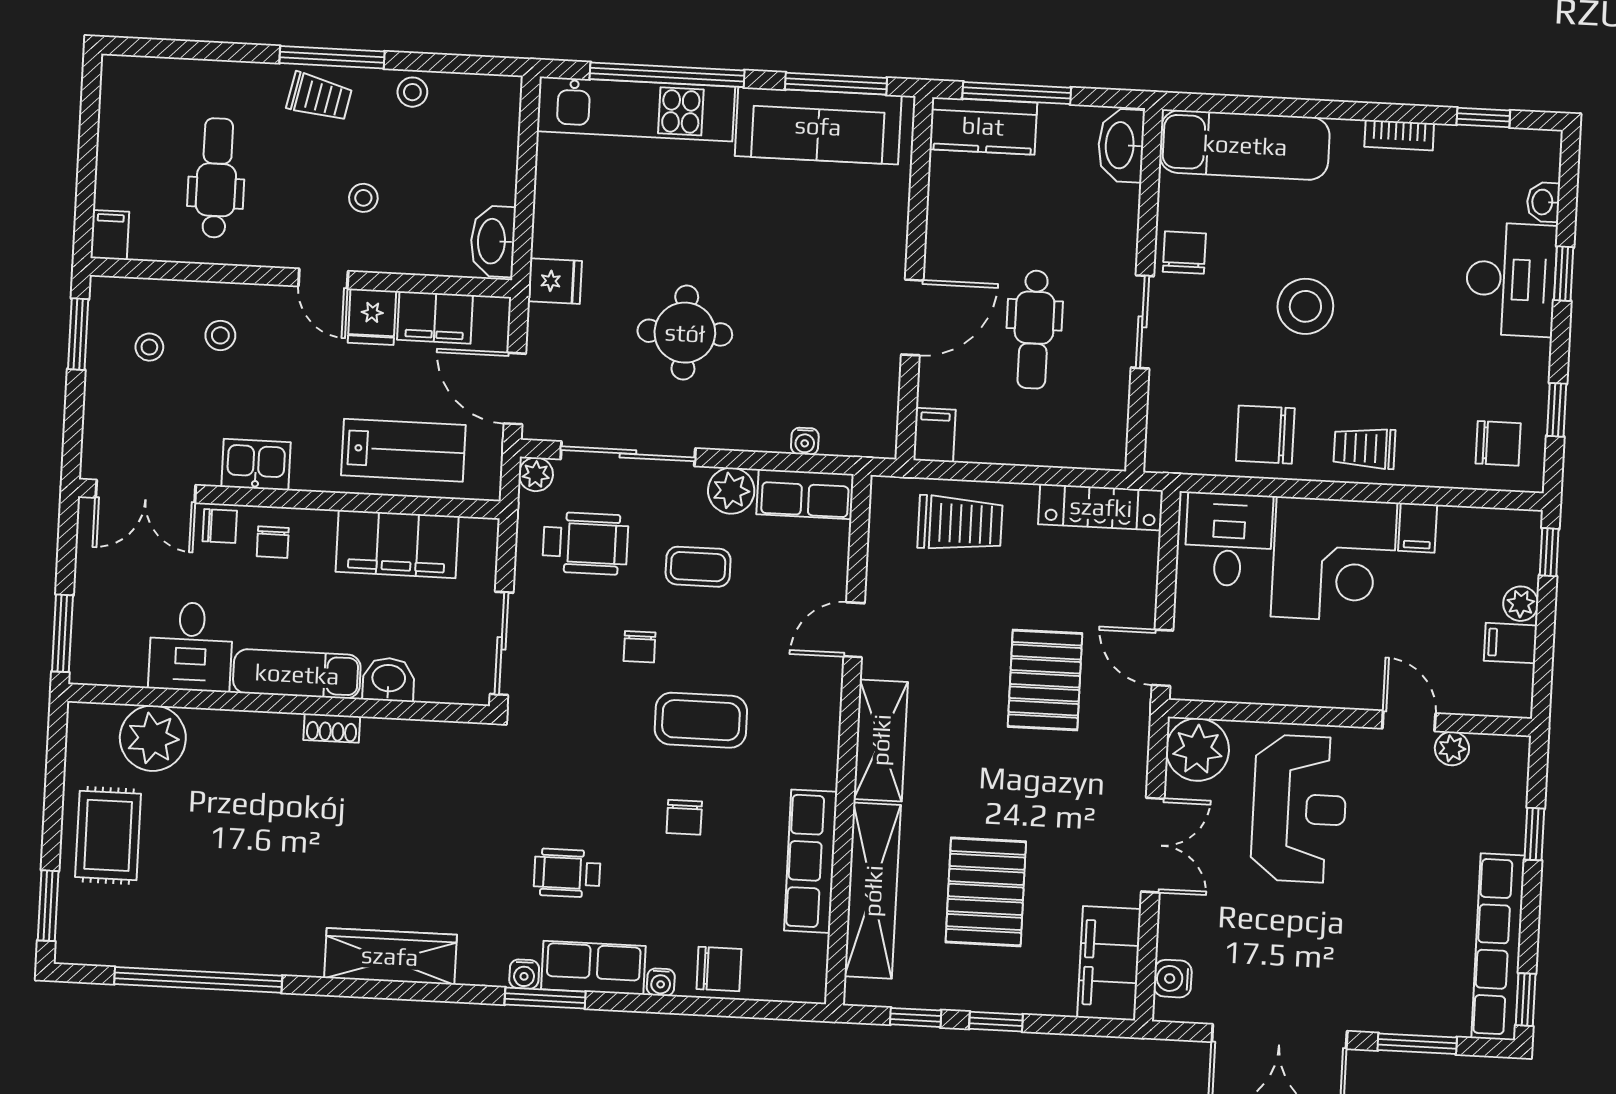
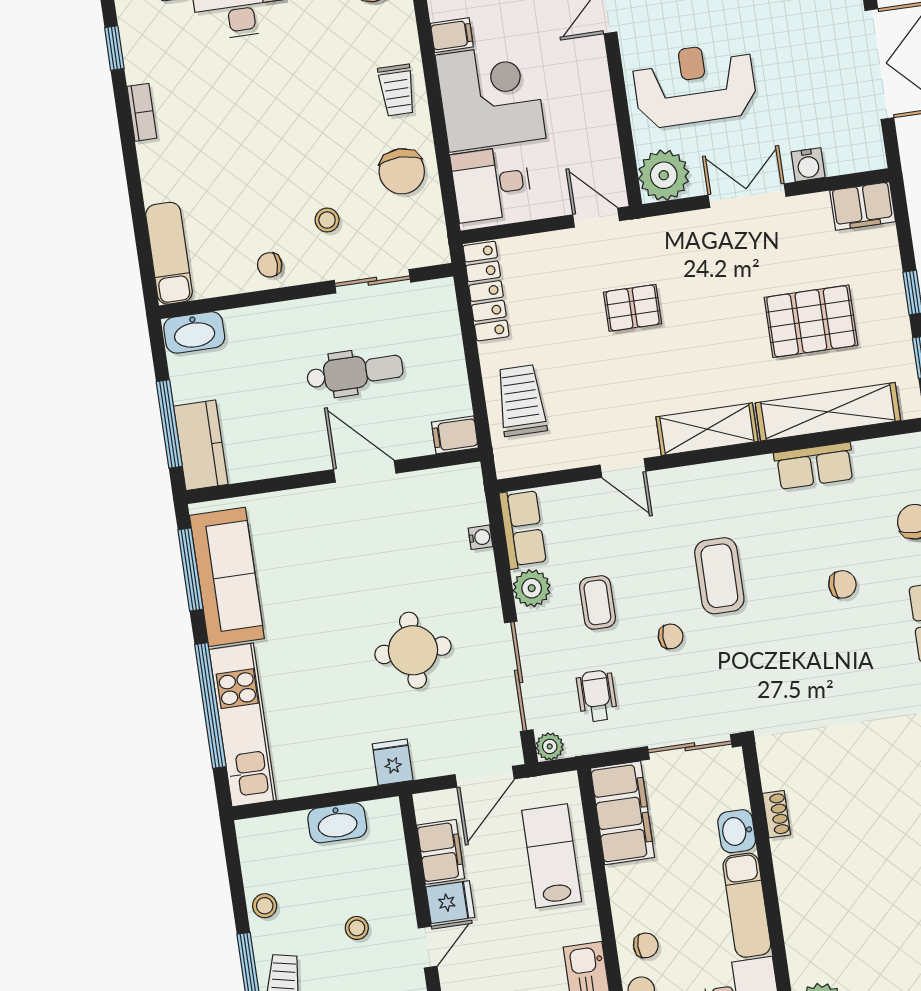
exam couch: (1245, 145) -> (169, 253), width x0.73, depth x0.69
washbasin: (493, 241) -> (337, 823), moved
chair: (1184, 253) -> (270, 265), width x0.73, depth x0.73
stool: (1305, 306) -> (327, 220), moved, width x0.53, depth x0.53
sliding door: (1142, 322) -> (372, 281), moved
wheelchair: (585, 543) -> (597, 696), width x0.73, depth x0.73
filing cabinet: (397, 544) -> (623, 813), moved
door: (1163, 658) -> (596, 218), swing flipped
pallet: (1045, 680) -> (633, 308), width x0.67, depth x0.71
shoe rack: (332, 728) -> (777, 814), moved
chair: (684, 817) -> (842, 584), moved
row of seats: (811, 861) -> (814, 466), width x0.68
wheelchair: (567, 873) -> (863, 658), removed
filing cabinet: (1109, 963) -> (863, 206), width x0.67, depth x0.86
water cooler: (1173, 979) -> (808, 165), moved

